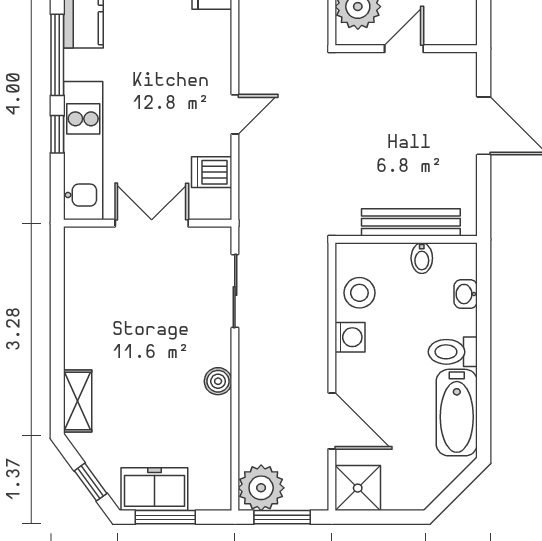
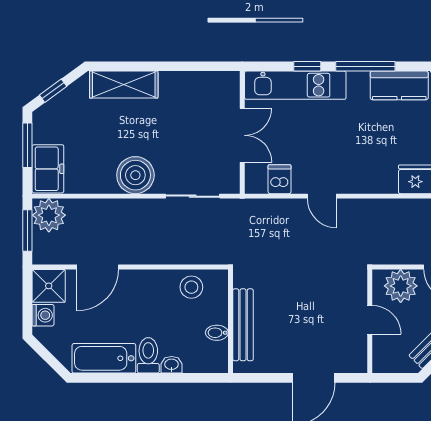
washbasin: (466, 294) -> (172, 365), moved
washing machine: (350, 337) -> (43, 315), moved, turned -90
boiler: (218, 381) -> (135, 175), width x1.86, depth x1.86
shelving: (78, 401) -> (124, 85), width x1.50, depth x1.33
freezer: (154, 489) -> (48, 169), moved

